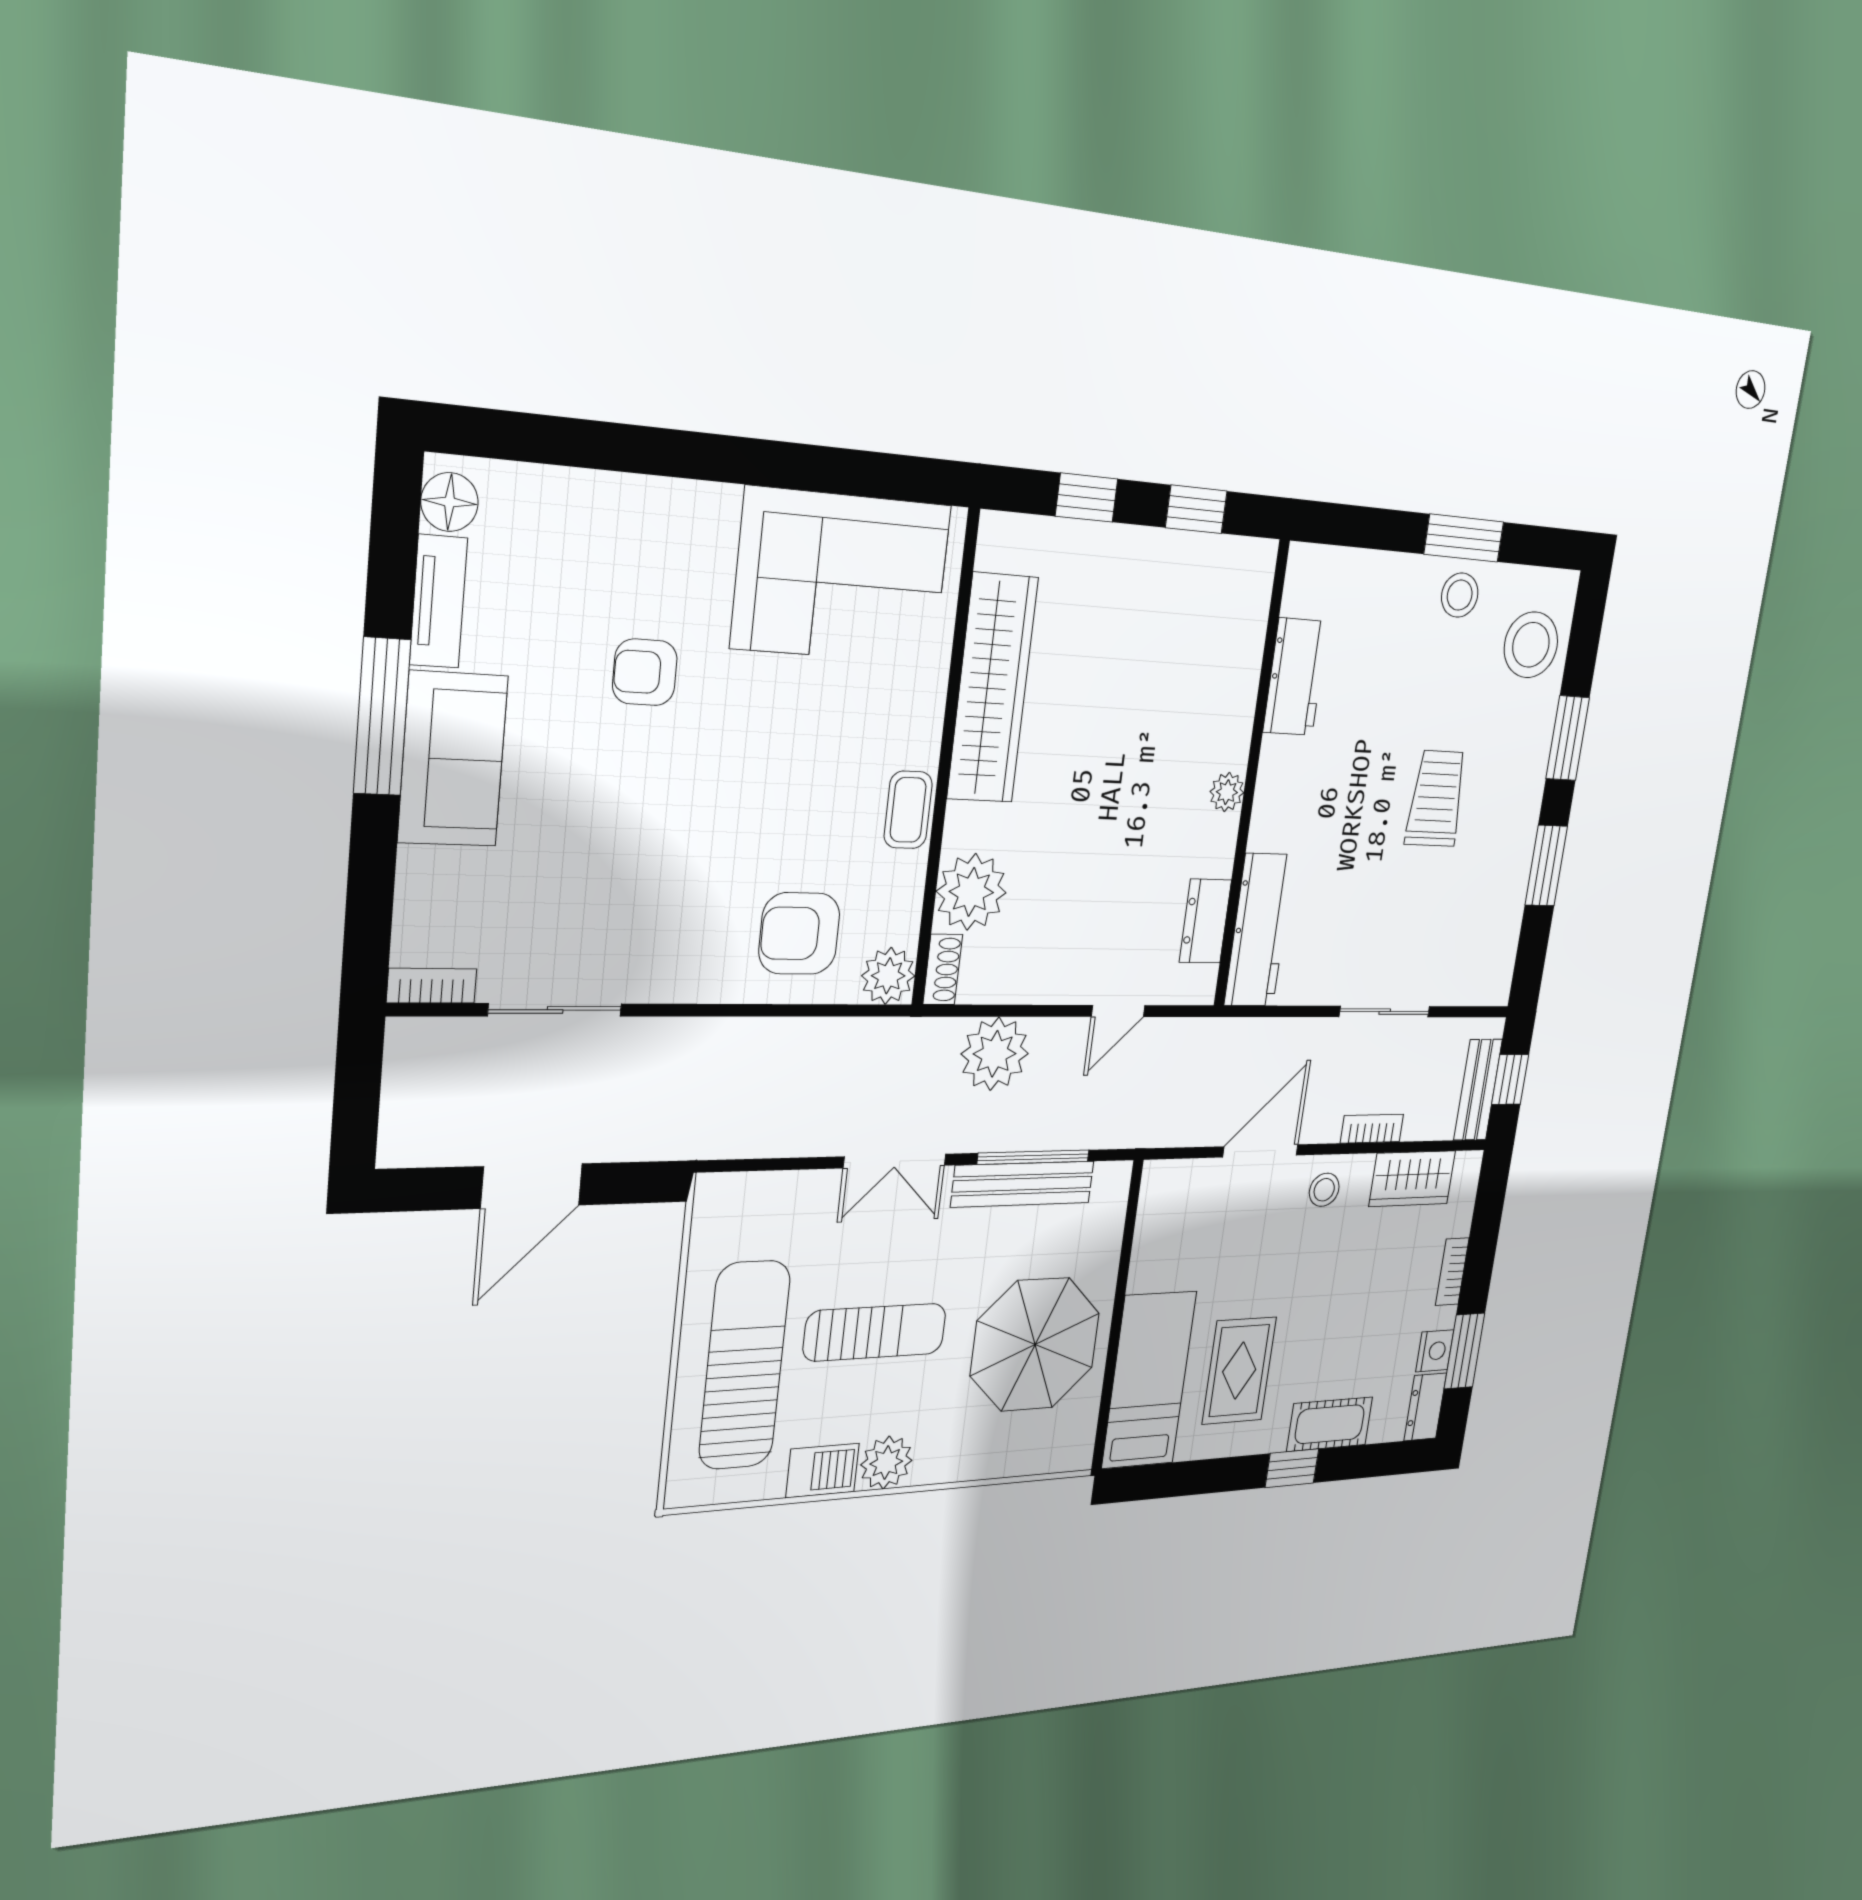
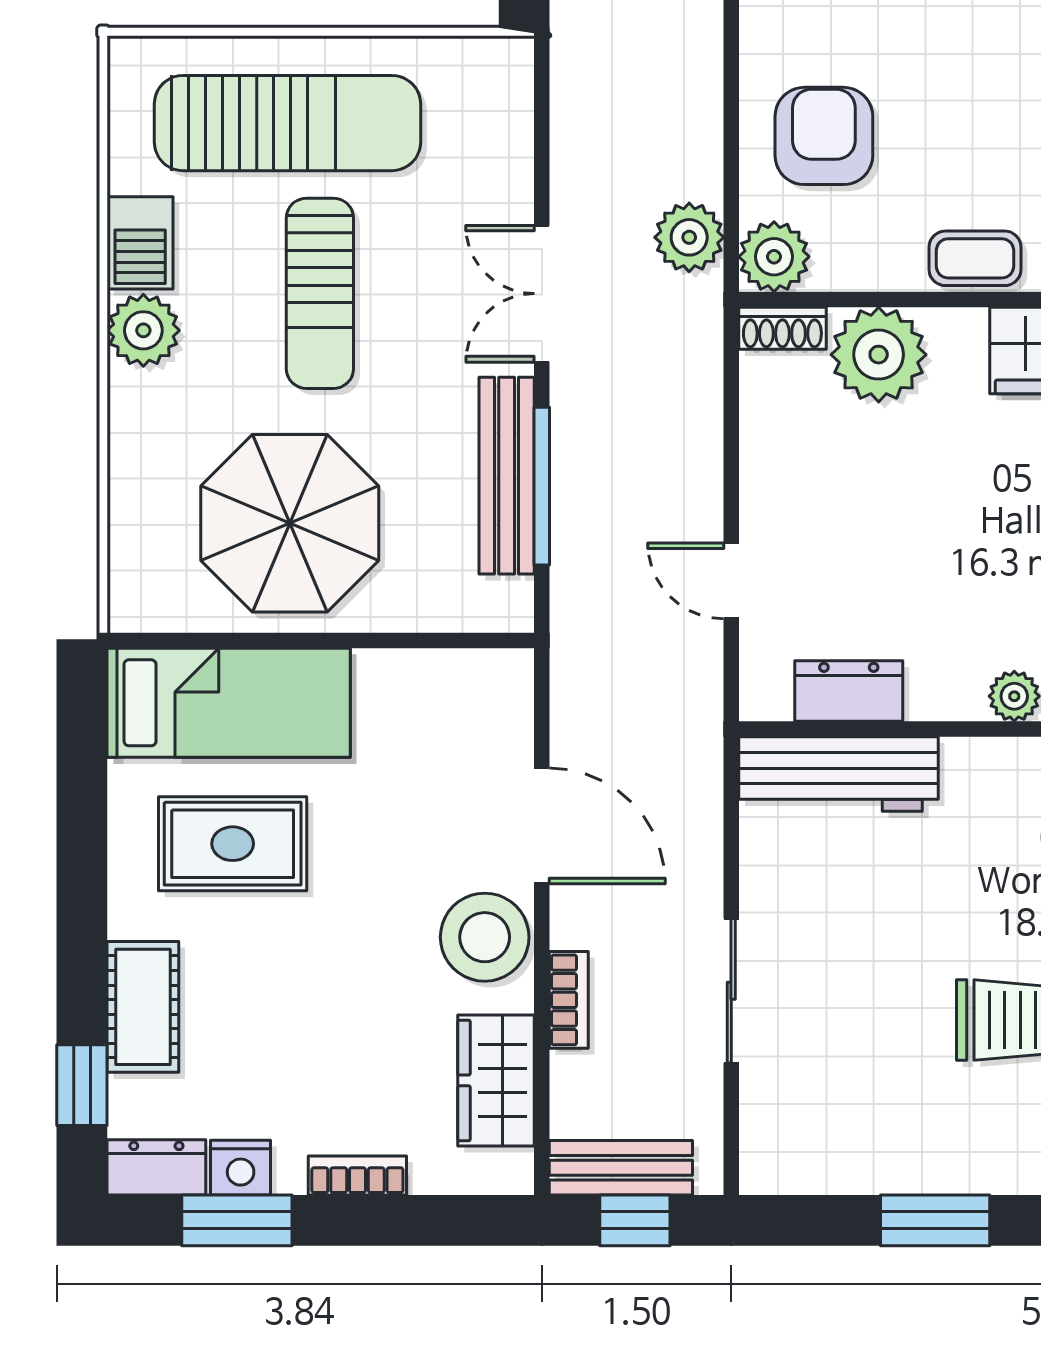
plant: (995, 1054) -> (689, 237), moved, width x0.73, depth x0.73
stool: (1324, 1190) -> (485, 937), width x1.89, depth x1.89
window: (1292, 1468) -> (82, 1085), moved

